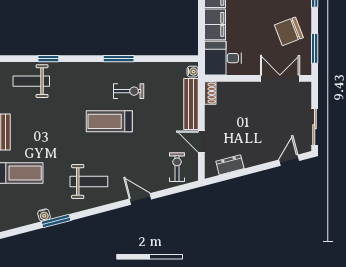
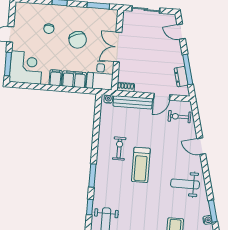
chair: (289, 31) -> (78, 40), moved
window: (119, 59) -> (92, 176), moved
double door: (280, 78) -> (118, 47), moved
sliding door: (315, 127) -> (146, 9), moved
window: (240, 173) -> (188, 69), added
weight bench: (89, 182) -> (185, 184), turned -90
door: (140, 199) -> (201, 146), hinge flipped

